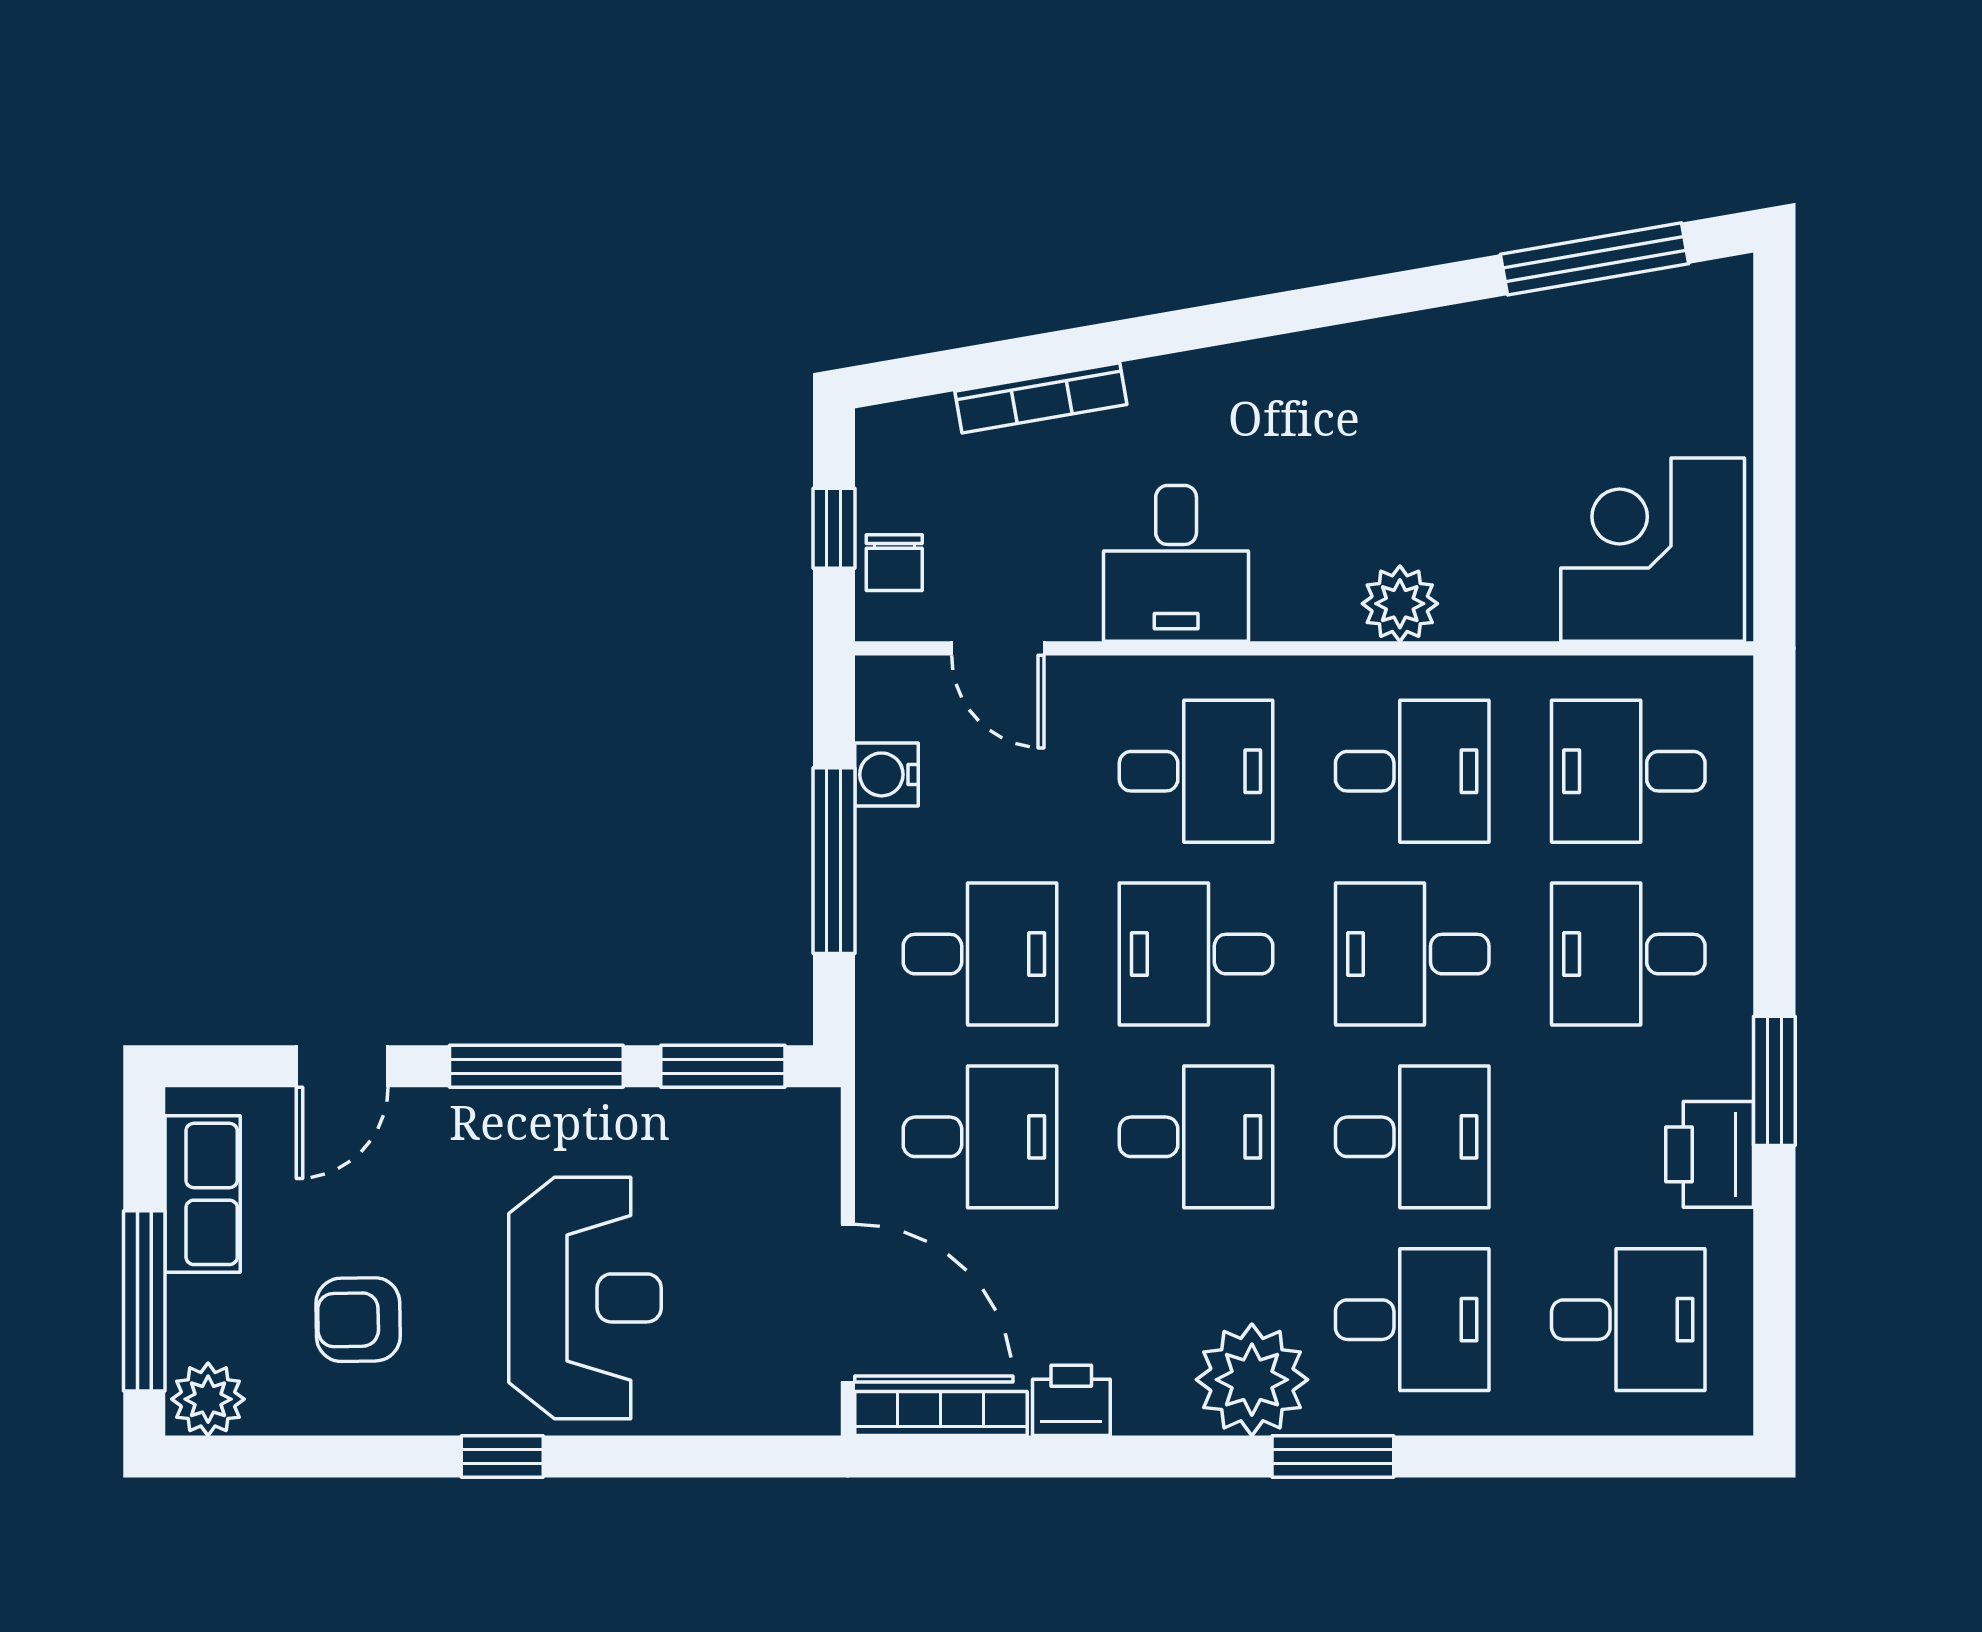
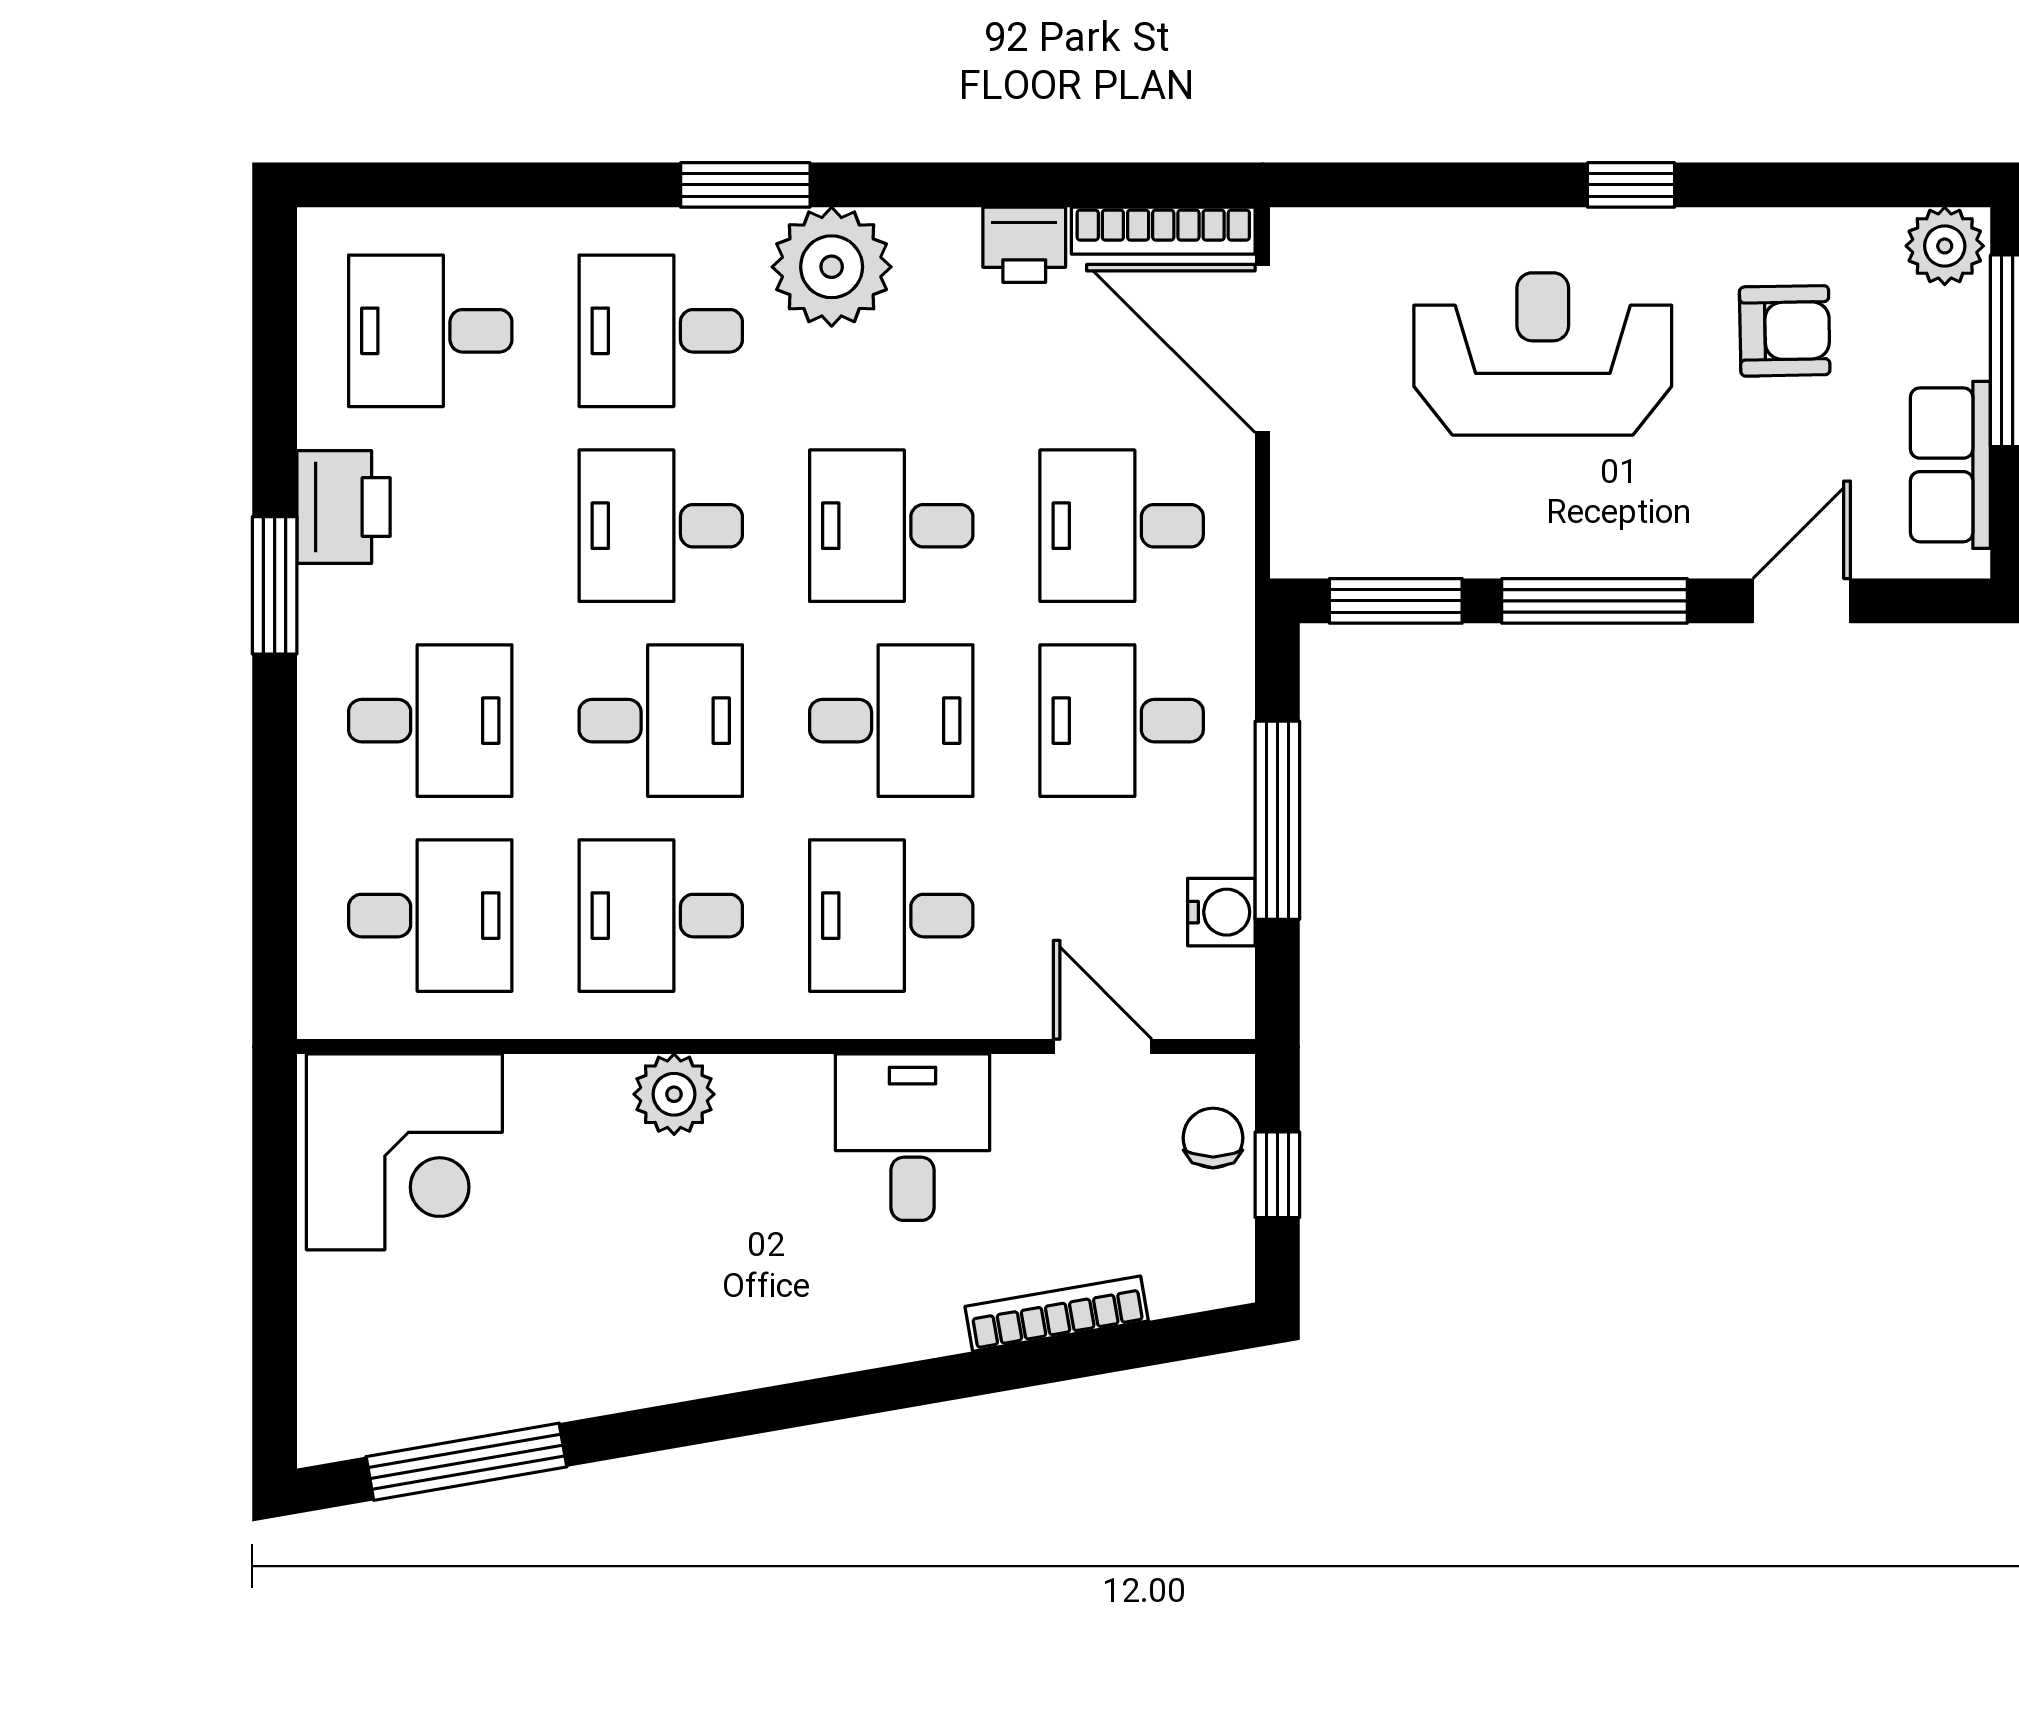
reception desk: (585, 1298) -> (1543, 354), turned 90

